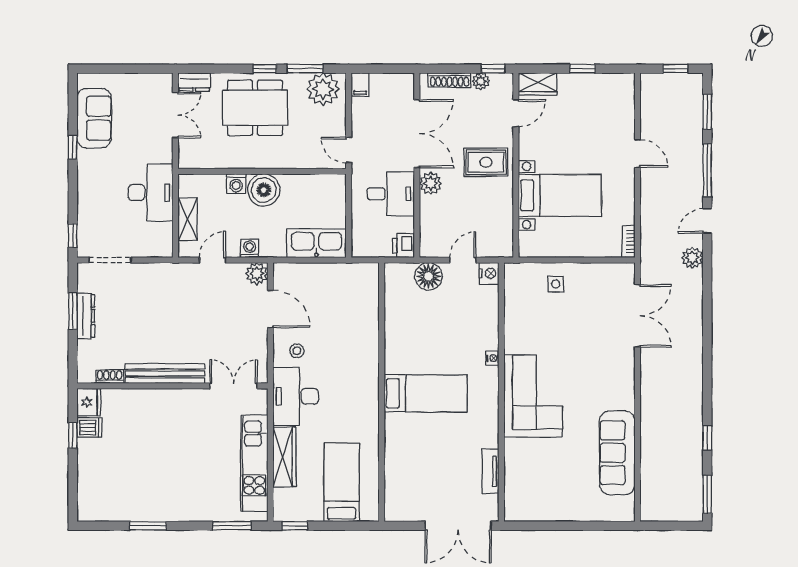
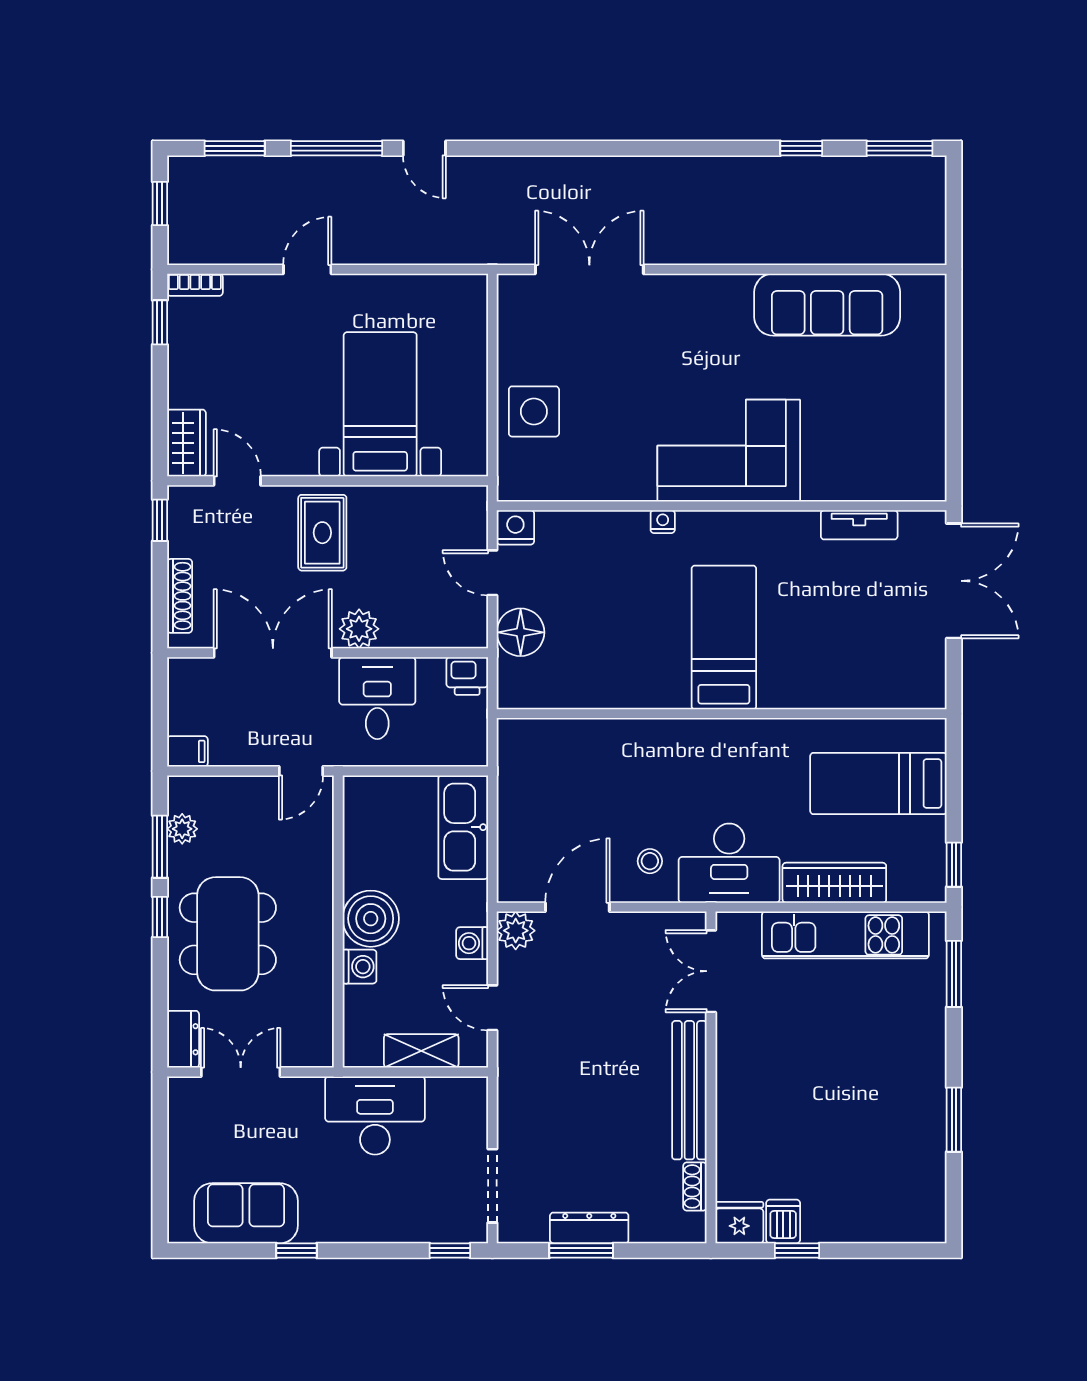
window: (583, 69) -> (160, 322), moved
plant: (481, 81) -> (182, 541), removed
plant: (323, 89) -> (182, 829), width x0.53, depth x0.53
bookcase: (629, 242) -> (195, 285), moved
plant: (692, 258) -> (488, 174), removed
side table: (556, 284) -> (534, 411), width x1.87, depth x1.87

